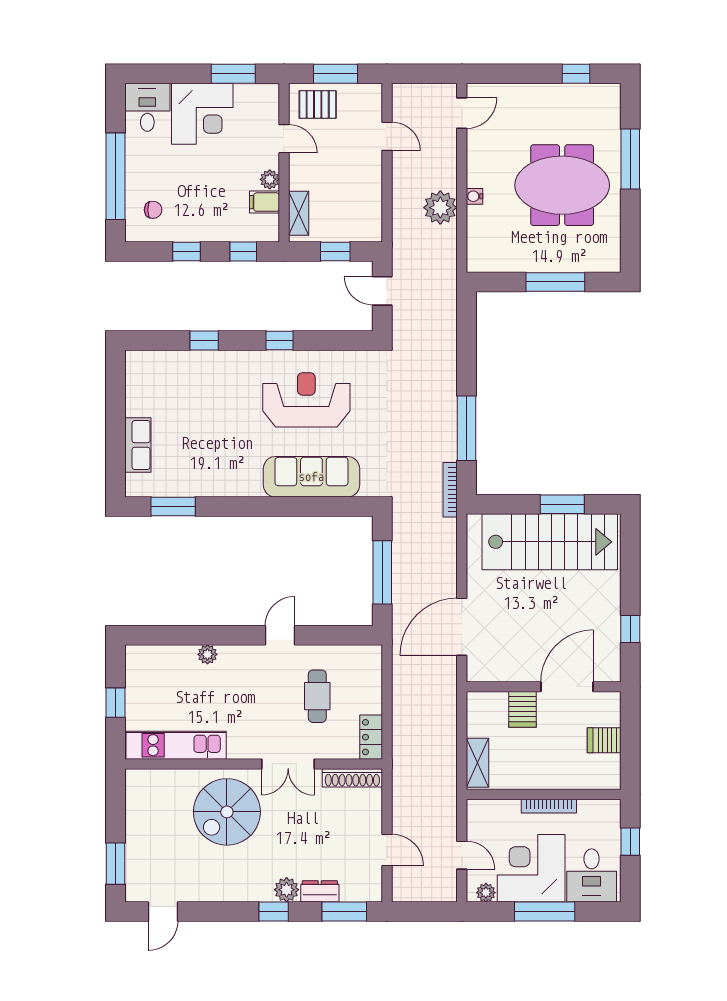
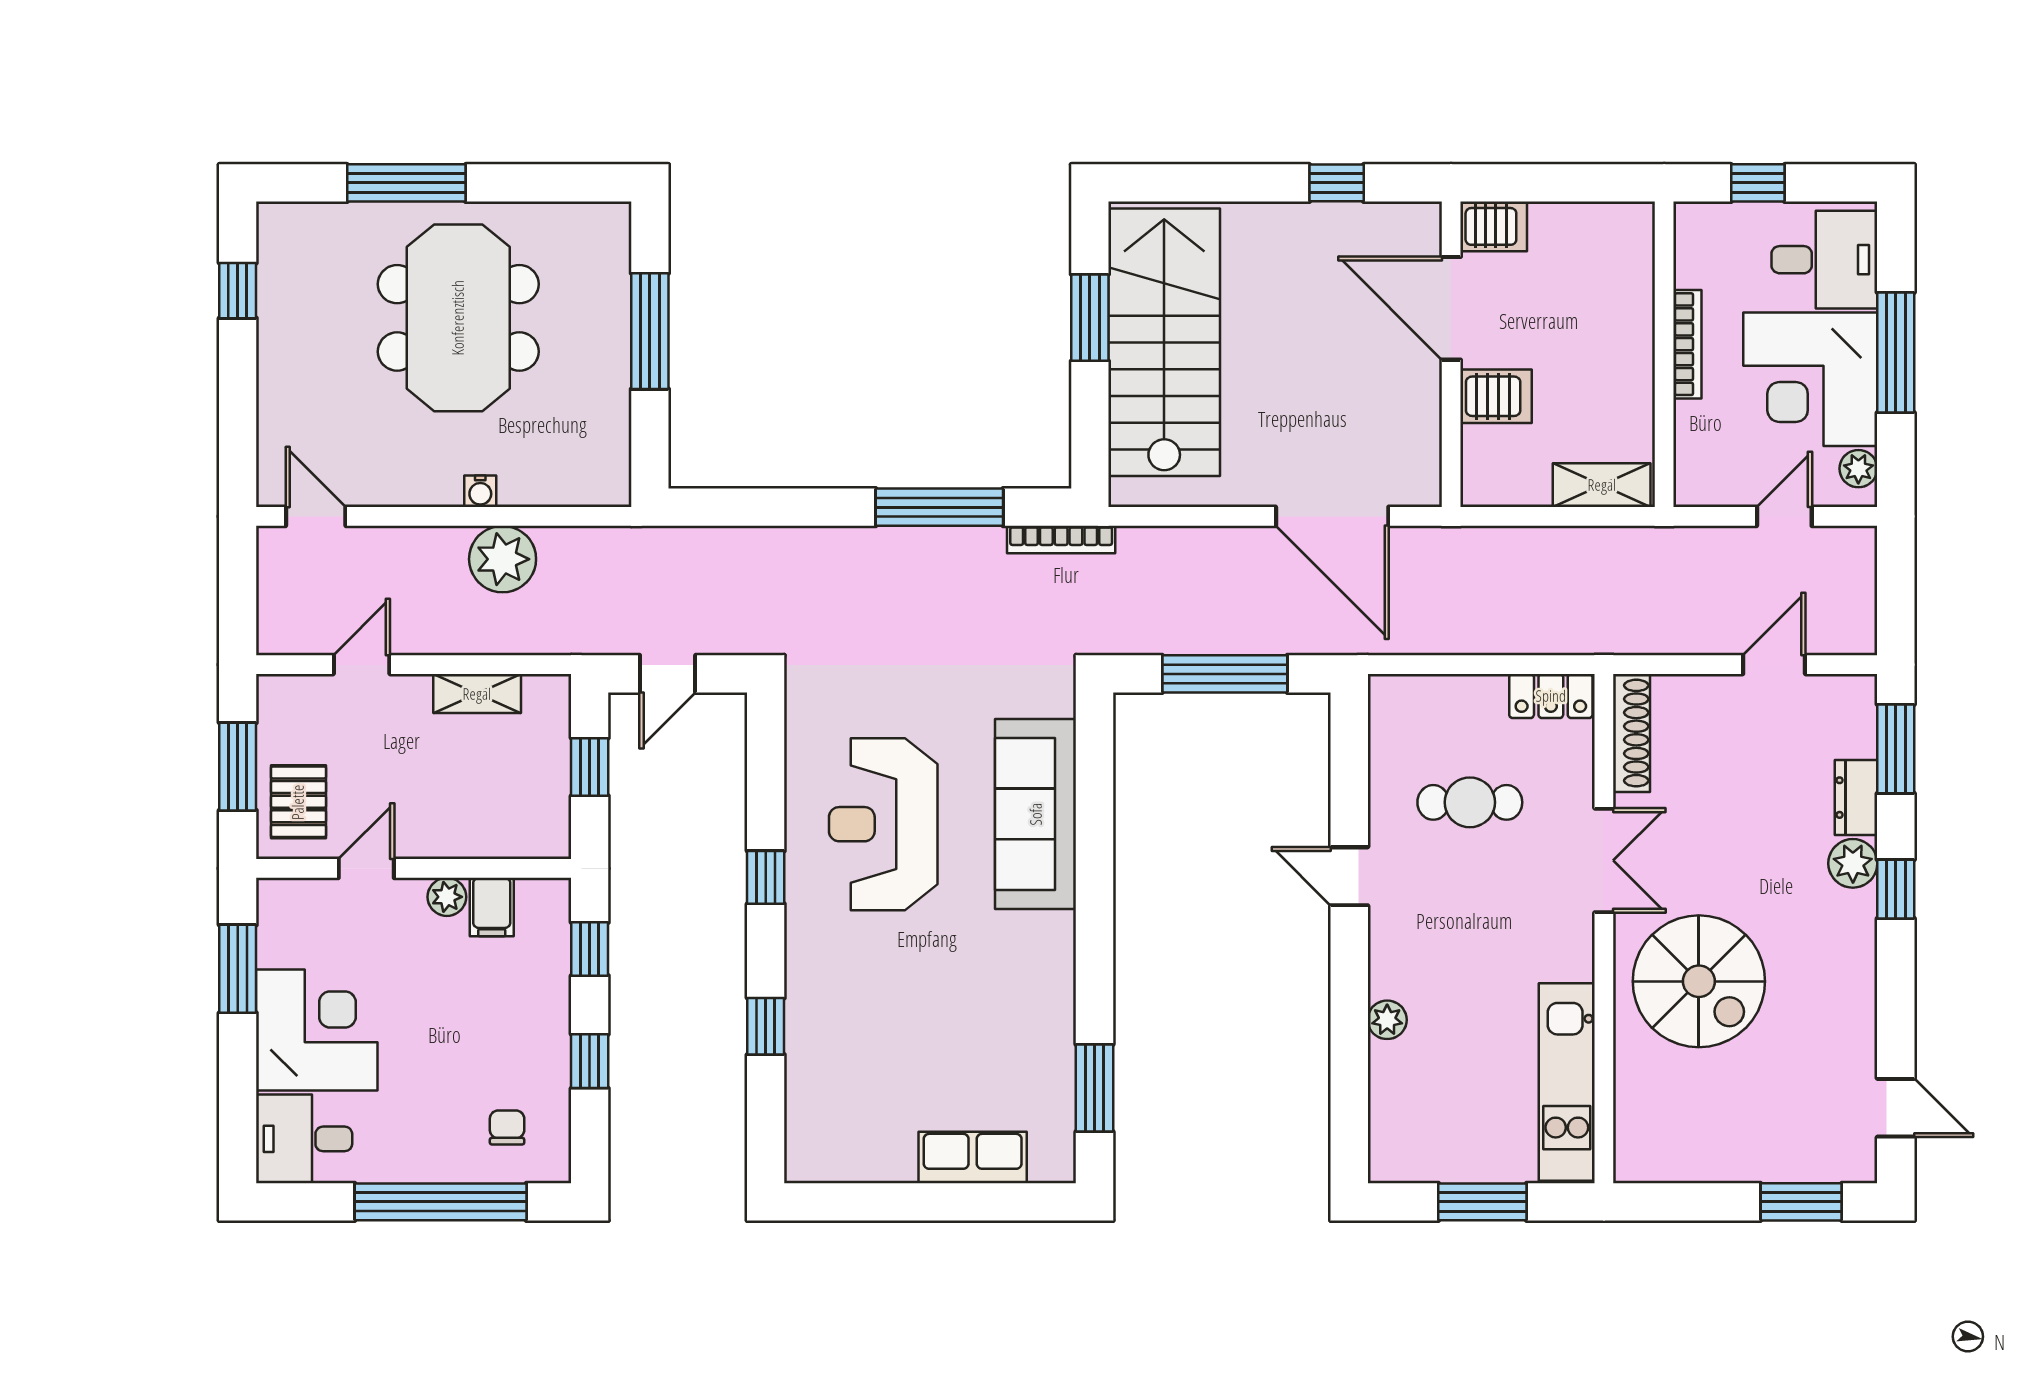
shelving: (299, 213) -> (477, 694), moved
window: (116, 703) -> (1482, 1202), width x1.50
server rack: (604, 740) -> (1494, 226), moved, turned -90

